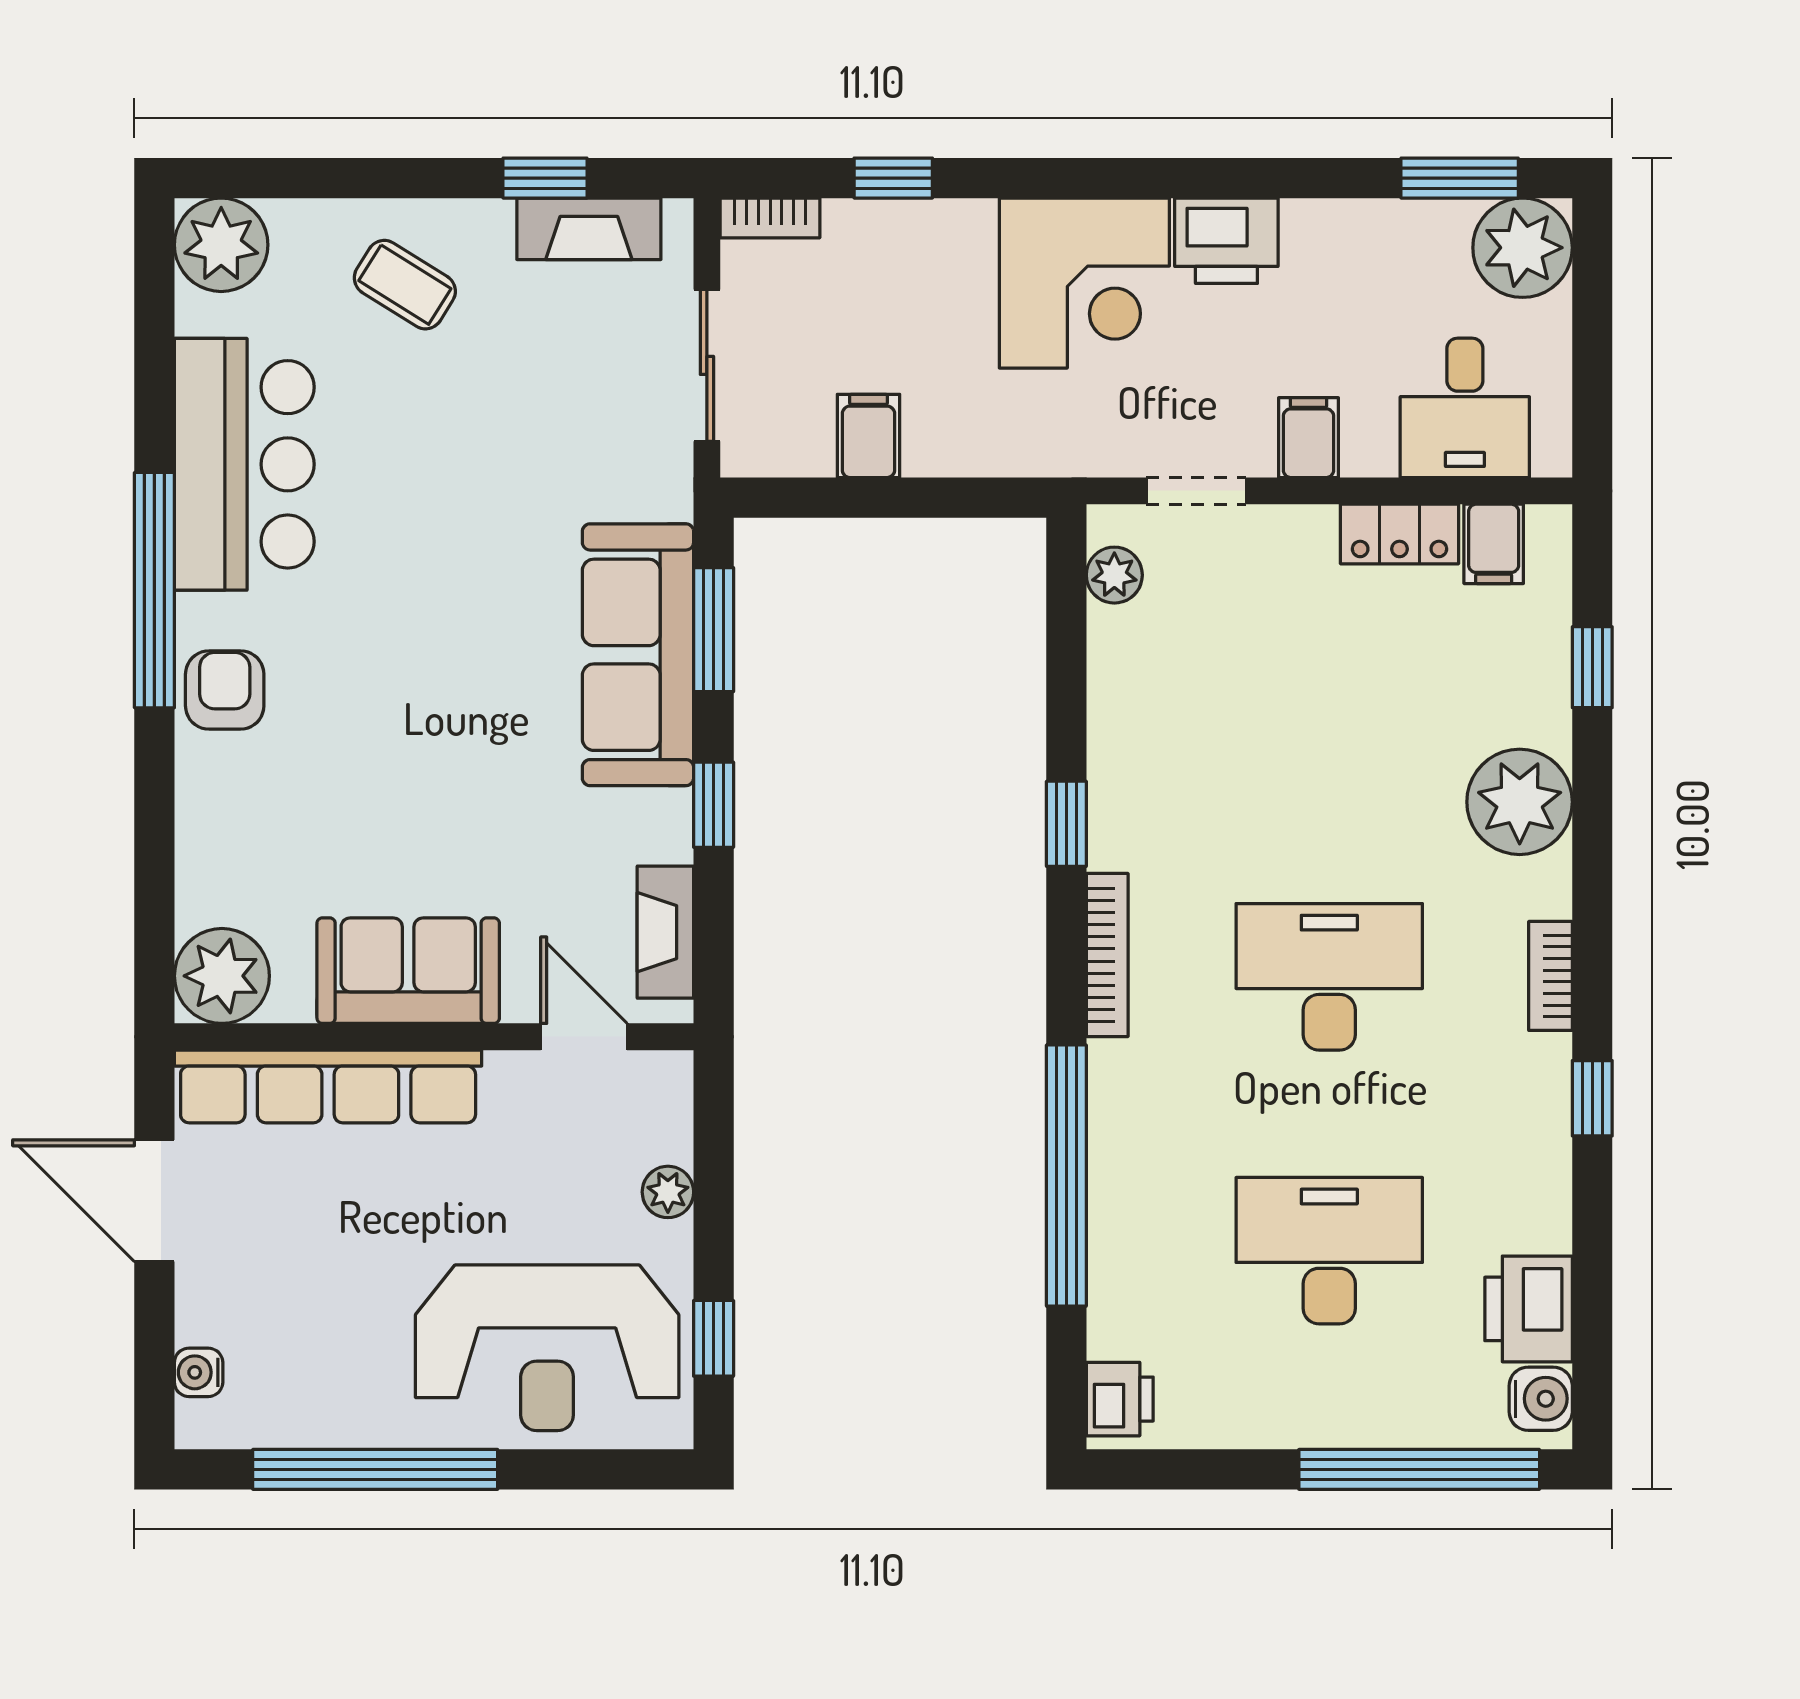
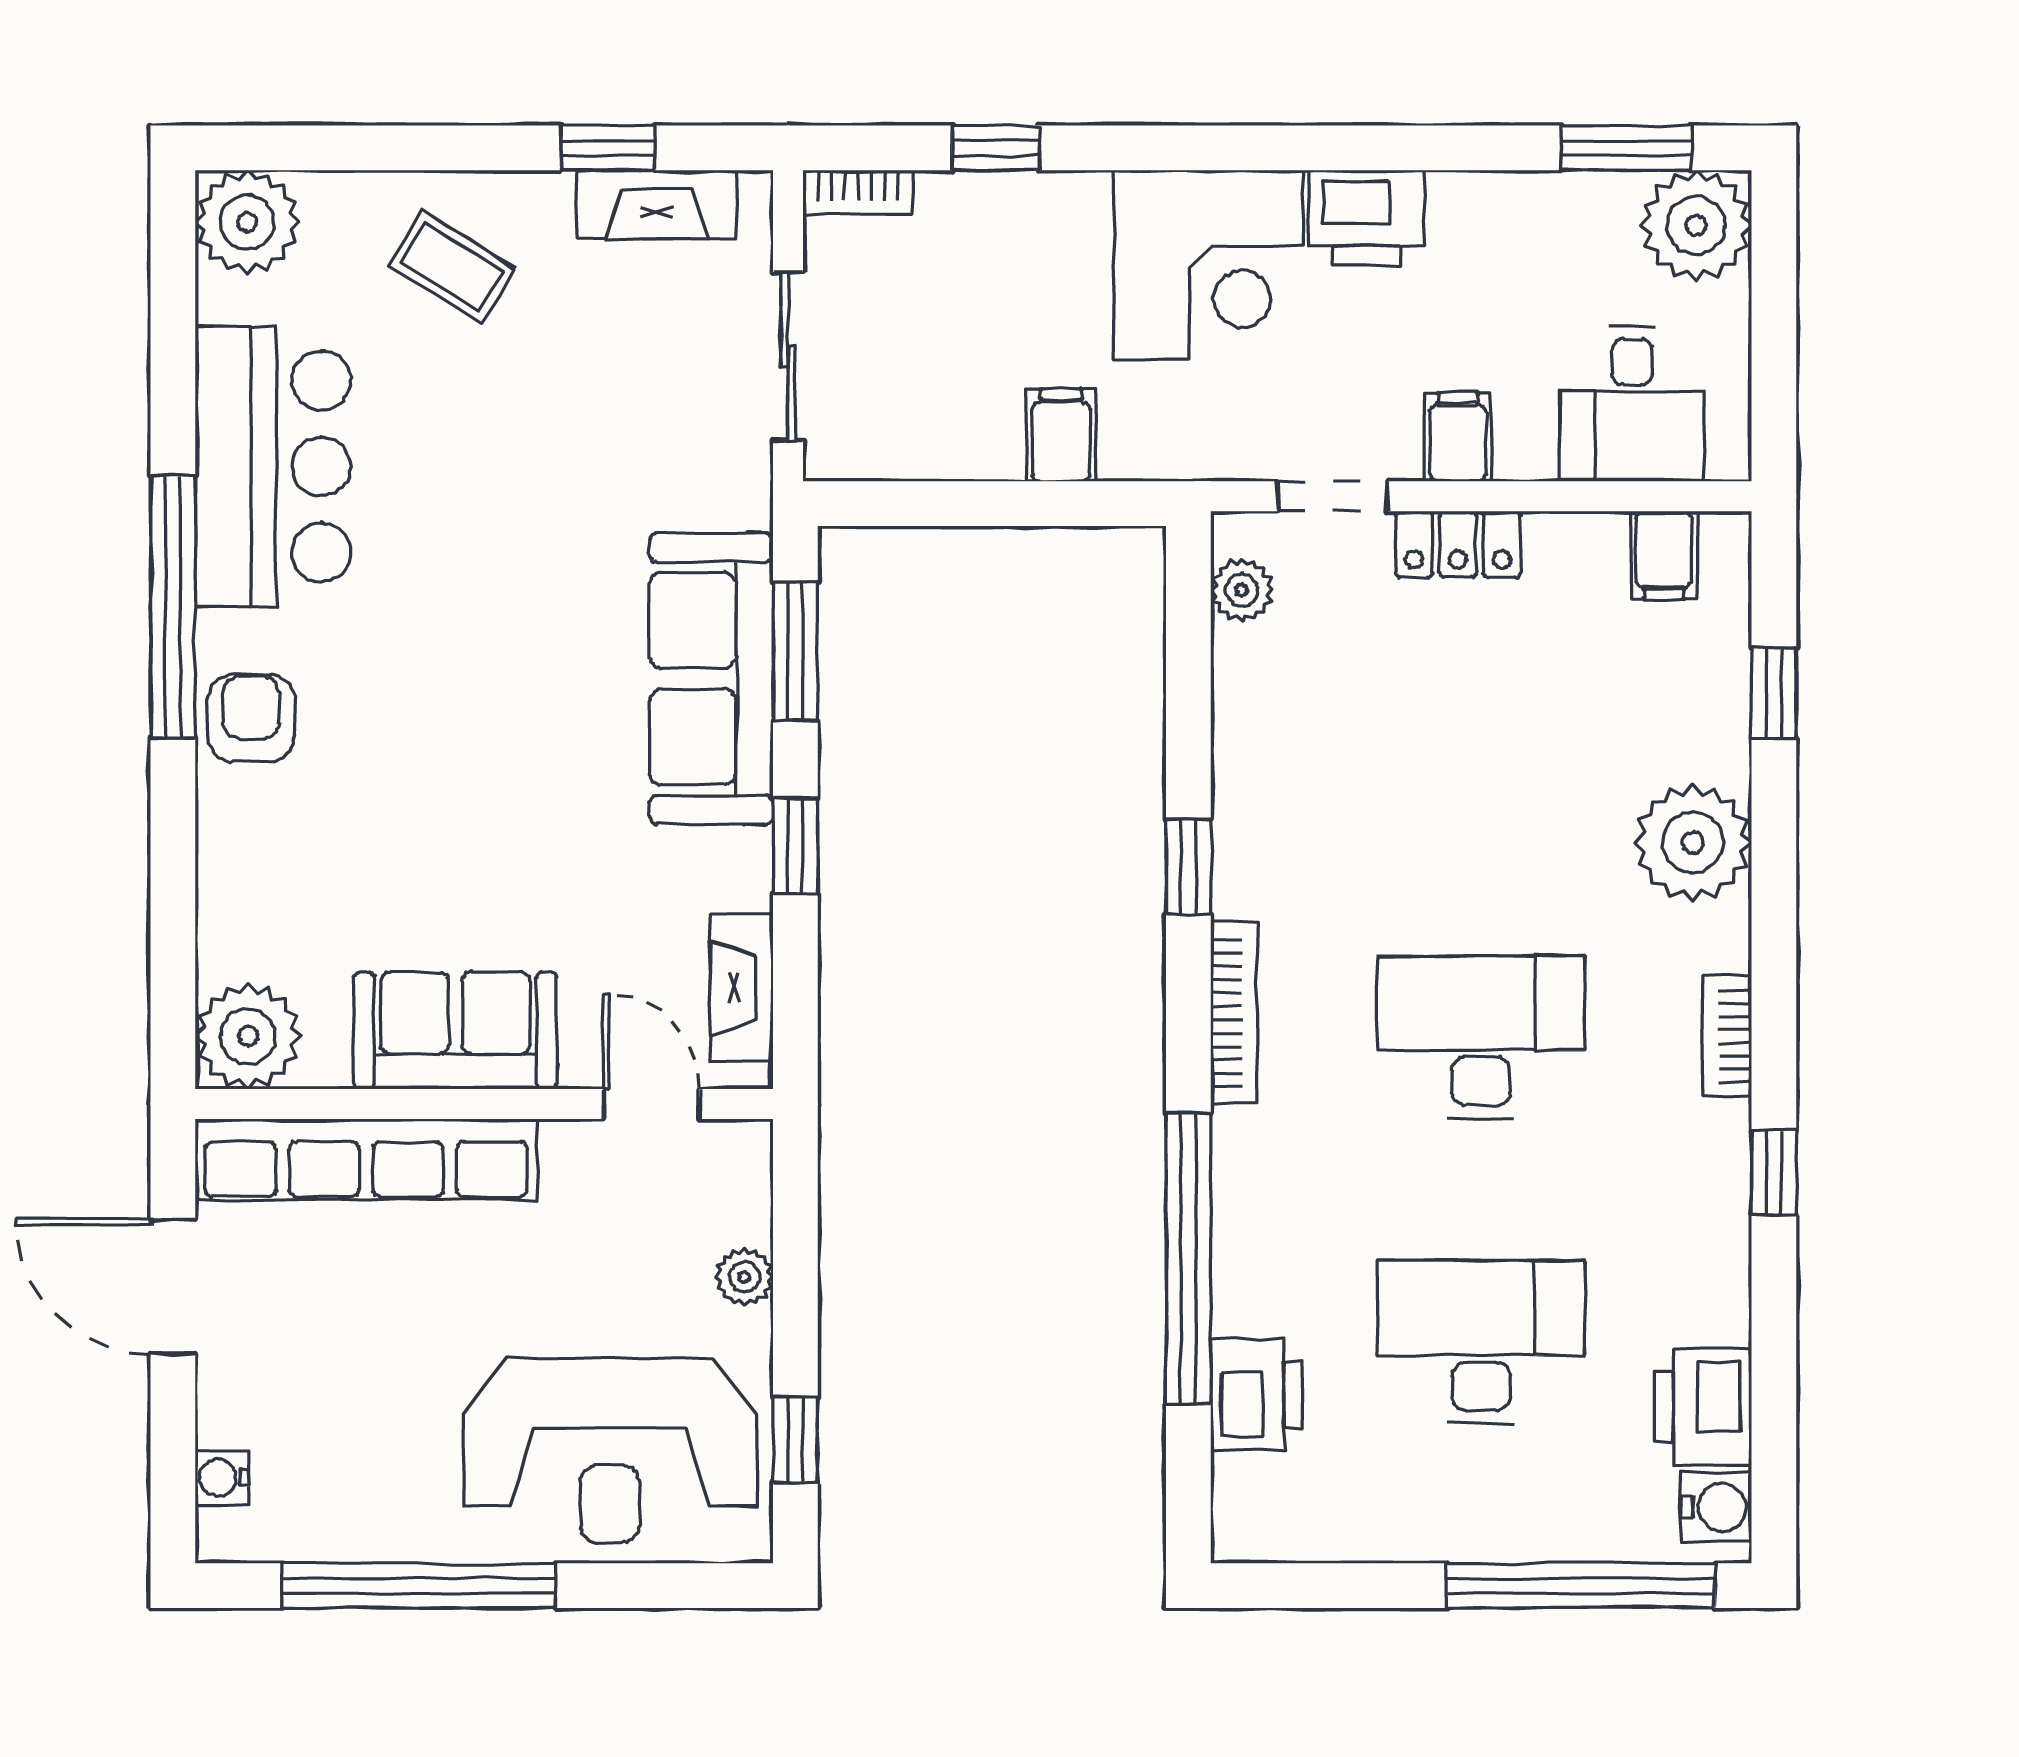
filing cabinet: (868, 436) -> (1061, 435), moved
locker: (1400, 534) -> (1458, 544), moved
printer: (1120, 1399) -> (1257, 1395), moved, width x1.36, depth x1.24

